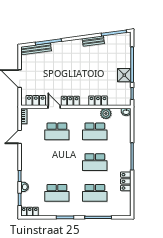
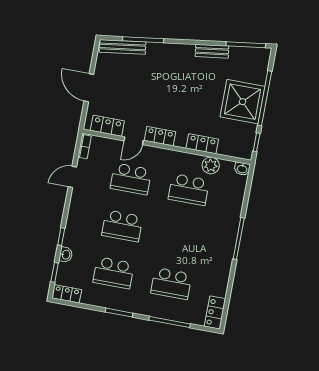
shower: (124, 75) -> (243, 102), width x1.86, depth x1.86
door: (54, 107) -> (134, 141), swing flipped
school desk: (95, 162) -> (122, 226), moved
locker: (126, 181) -> (215, 313), moved

